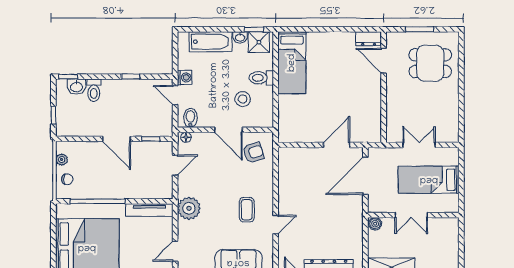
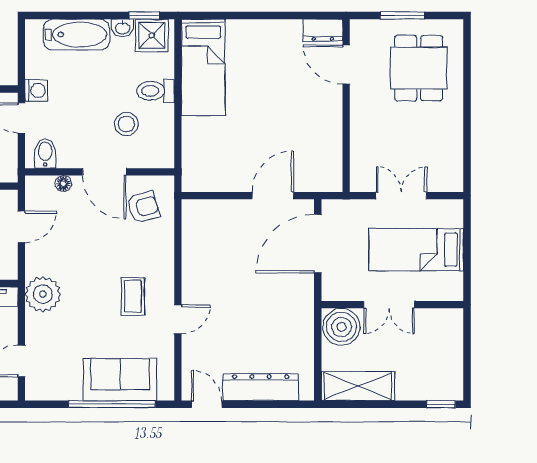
dining table: (430, 63) -> (419, 68), turned 90
floor lamp: (186, 137) -> (63, 184), moved
boiler: (375, 224) -> (341, 327), width x1.86, depth x1.86

